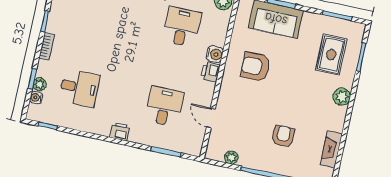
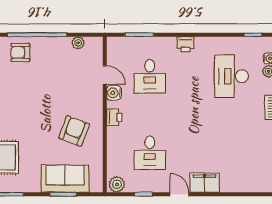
water cooler: (215, 54) -> (114, 93), moved
armchair: (256, 67) -> (74, 131), turned -69
desk: (79, 88) -> (232, 76), width x1.37
armchair: (283, 136) -> (20, 52), moved, turned 90

